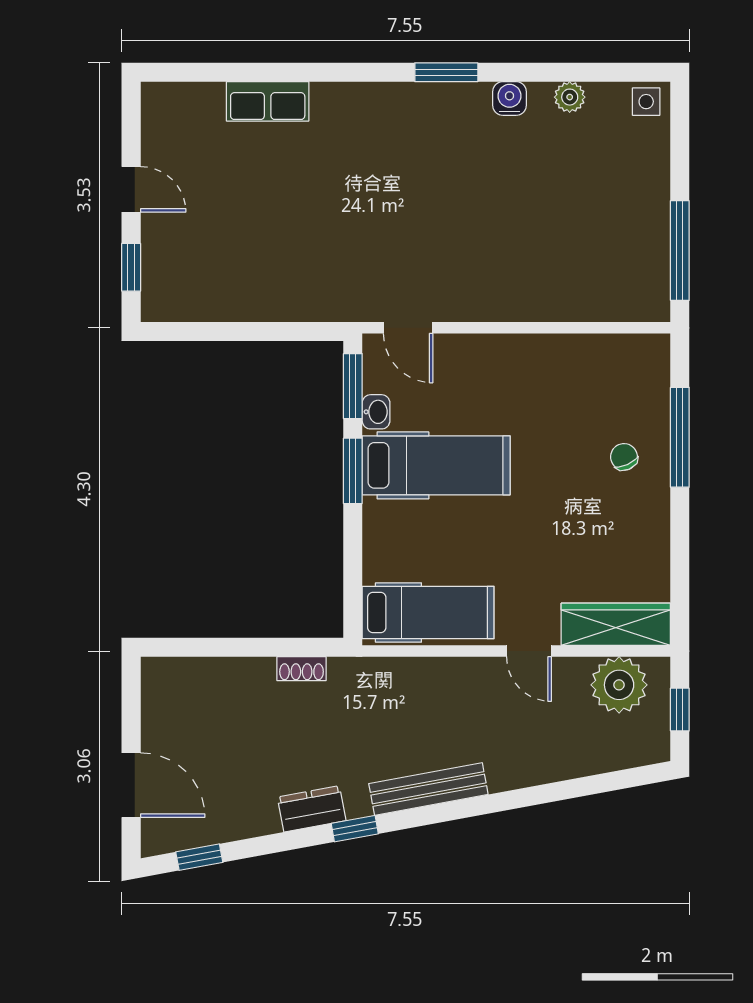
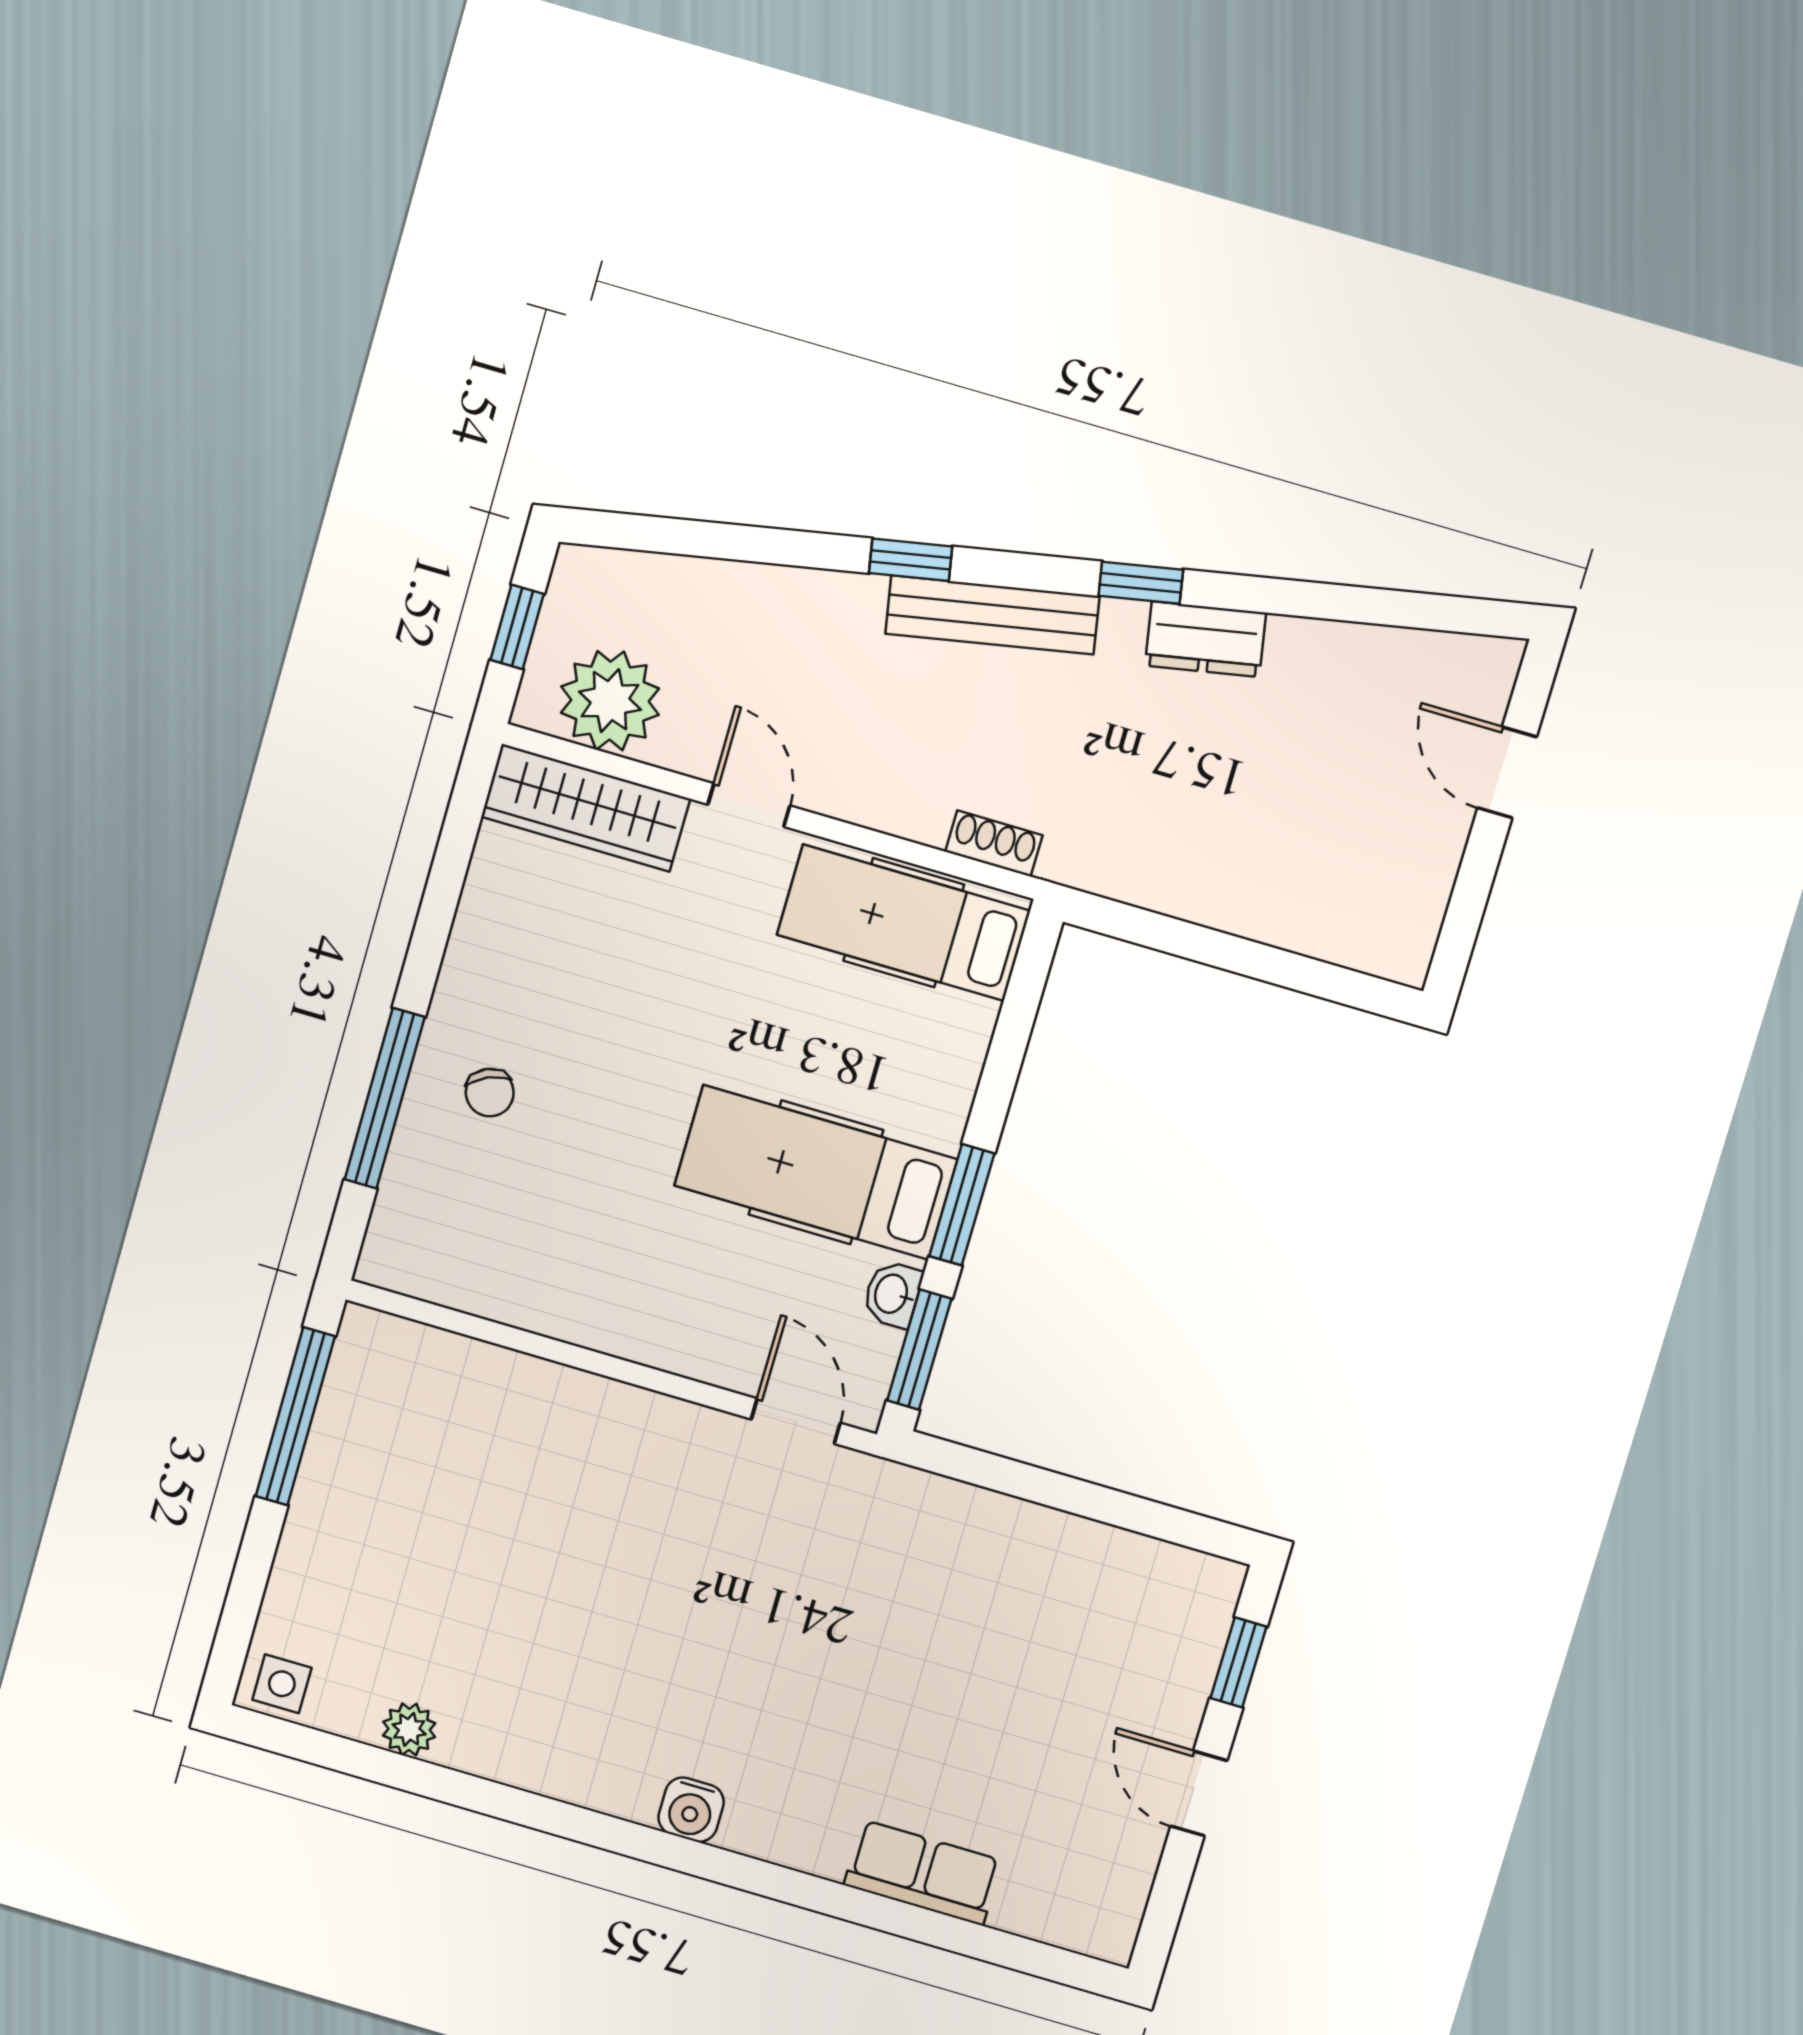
window: (446, 72) -> (606, 1832), removed
water cooler: (510, 98) -> (691, 1810), moved
shoe rack: (302, 669) -> (994, 843), moved
door: (131, 785) -> (1507, 772), width x0.73
window: (199, 857) -> (911, 560), moved

